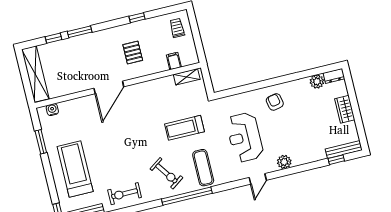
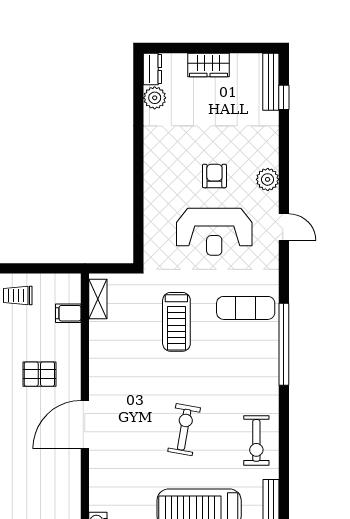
door: (109, 87) -> (85, 425), swing flipped
armchair: (275, 102) -> (214, 176), moved, turned 102
exercise bike: (166, 173) -> (184, 430), moved, turned -45

